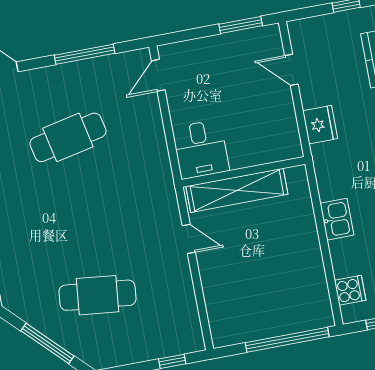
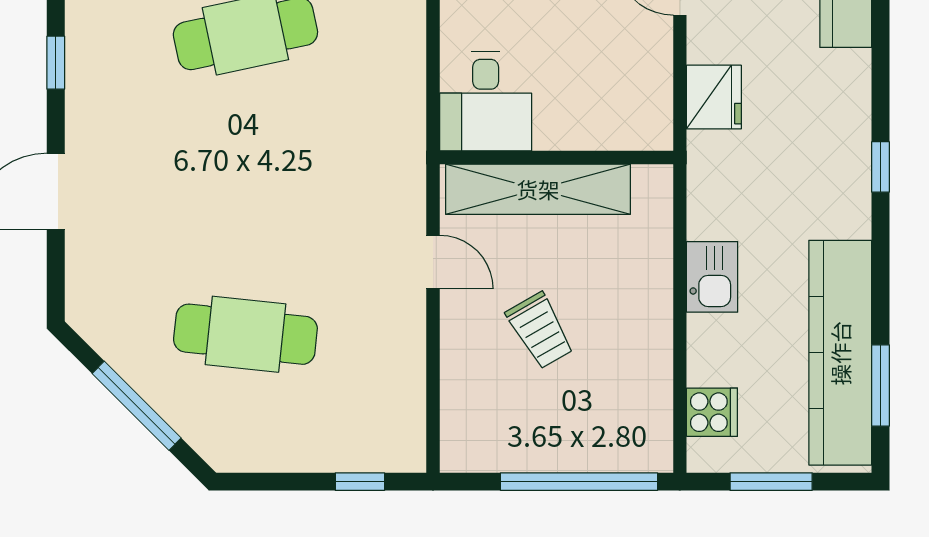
trolley: (252, 264) -> (540, 331), added

